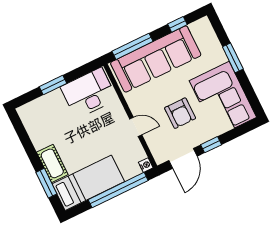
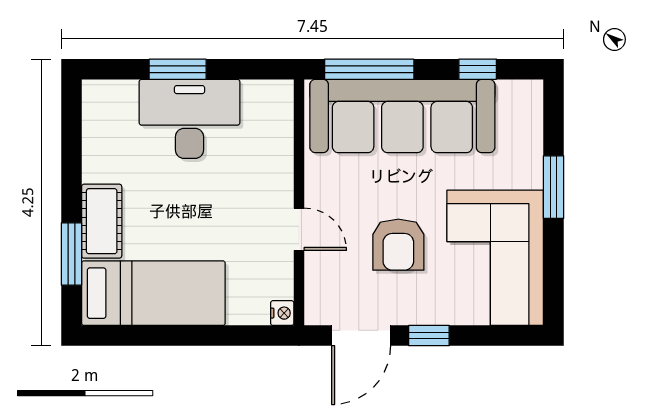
desk: (89, 93) -> (190, 119), moved
window: (118, 190) -> (205, 336), removed

